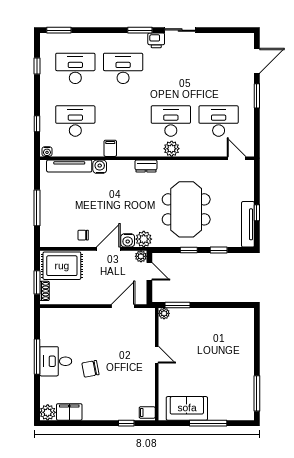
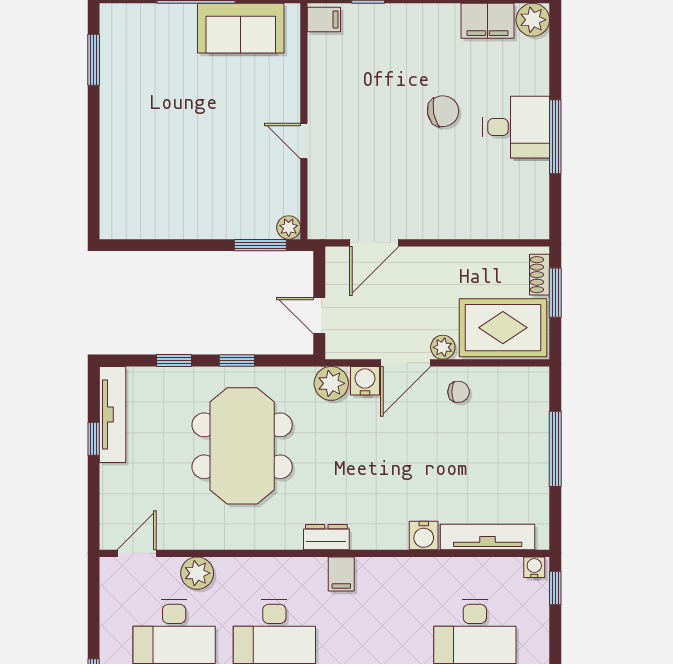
window: (37, 124) -> (555, 588), moved
filing cabinet: (110, 148) -> (341, 574), moved
plant: (172, 149) -> (197, 573), moved
door: (236, 158) -> (137, 553), swing flipped
plant: (141, 256) -> (443, 347), moved
window: (257, 393) -> (94, 60), width x0.69

